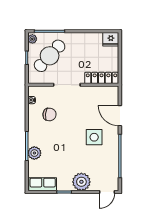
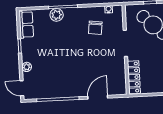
side table: (94, 137) -> (75, 73), removed
plant: (81, 182) -> (27, 67), width x0.53, depth x0.53

